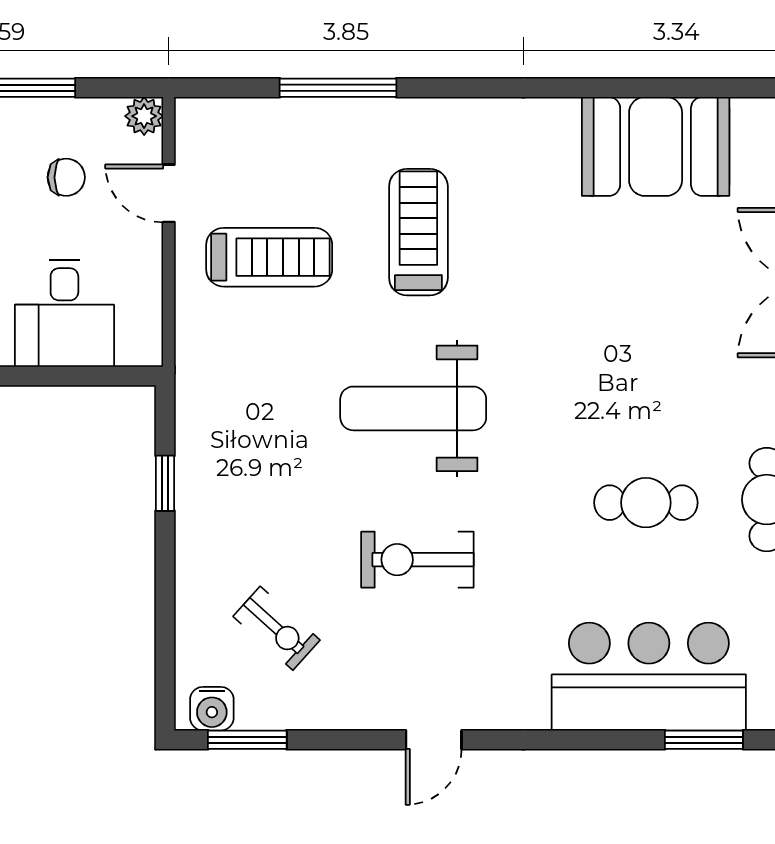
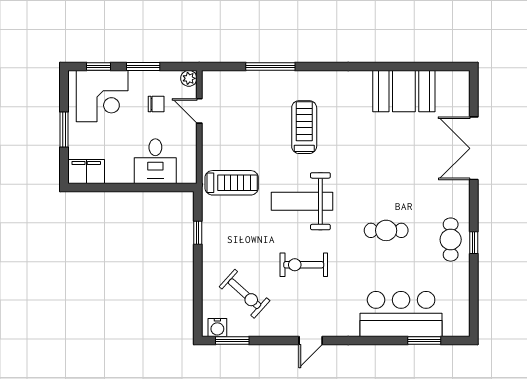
treadmill: (269, 257) -> (232, 183), moved
cafe table: (646, 503) -> (386, 230), moved
exercise bike: (277, 628) -> (245, 294), width x1.38, depth x1.39

